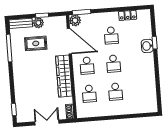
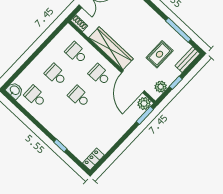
locker: (128, 15) -> (93, 159), moved
plant: (38, 23) -> (161, 87), moved
school desk: (111, 35) -> (35, 96), moved
door: (69, 41) -> (133, 82), hinge flipped
washbasin: (147, 46) -> (15, 90), moved

